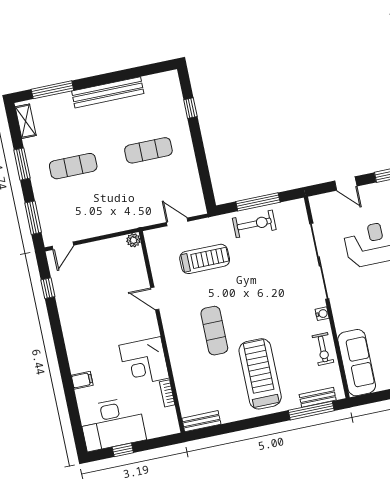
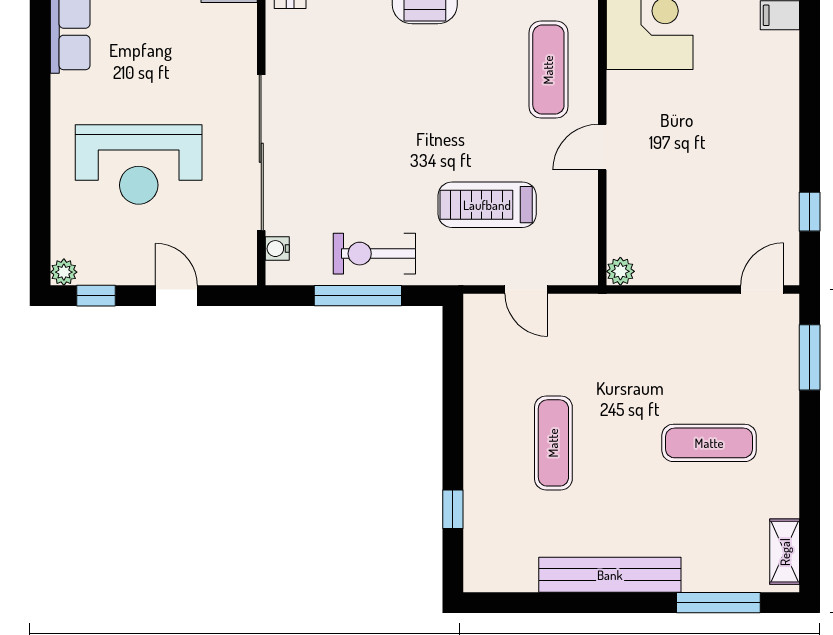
exercise mat: (148, 150) -> (553, 443), turned 90
window: (22, 164) -> (810, 468), removed
door: (155, 298) -> (602, 147), swing flipped
water cooler: (322, 314) -> (277, 249), moved
exercise mat: (214, 331) -> (548, 70), moved

